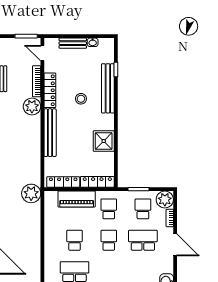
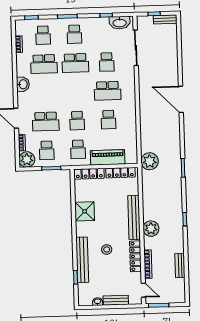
plant: (32, 107) -> (151, 229), moved

